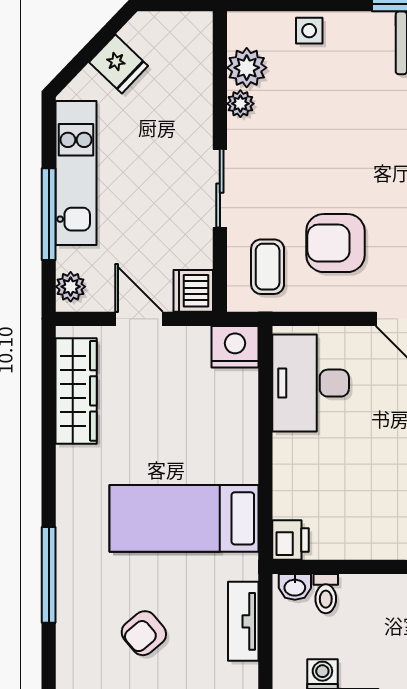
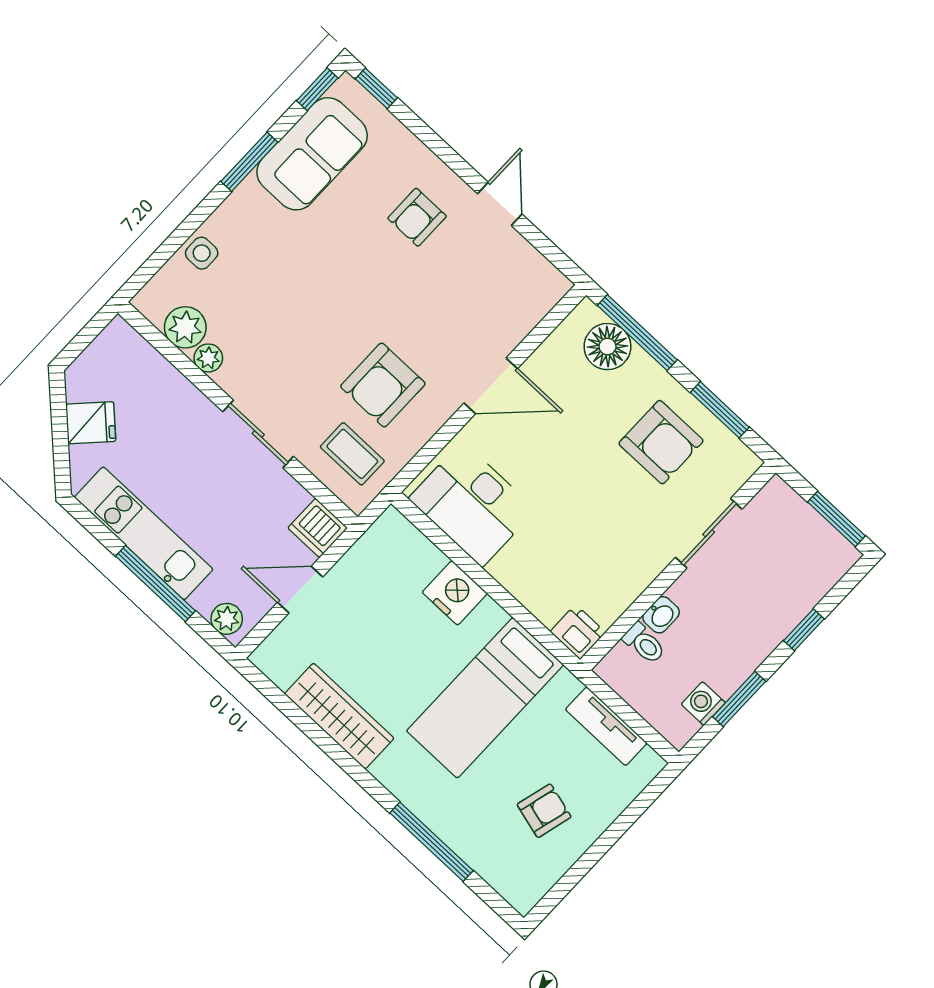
nightstand: (235, 347) -> (455, 593), moved, turned 90
wardrobe: (76, 391) -> (339, 716), moved
washbasin: (295, 587) -> (661, 615), moved
armchair: (144, 633) -> (544, 811), turned -125

